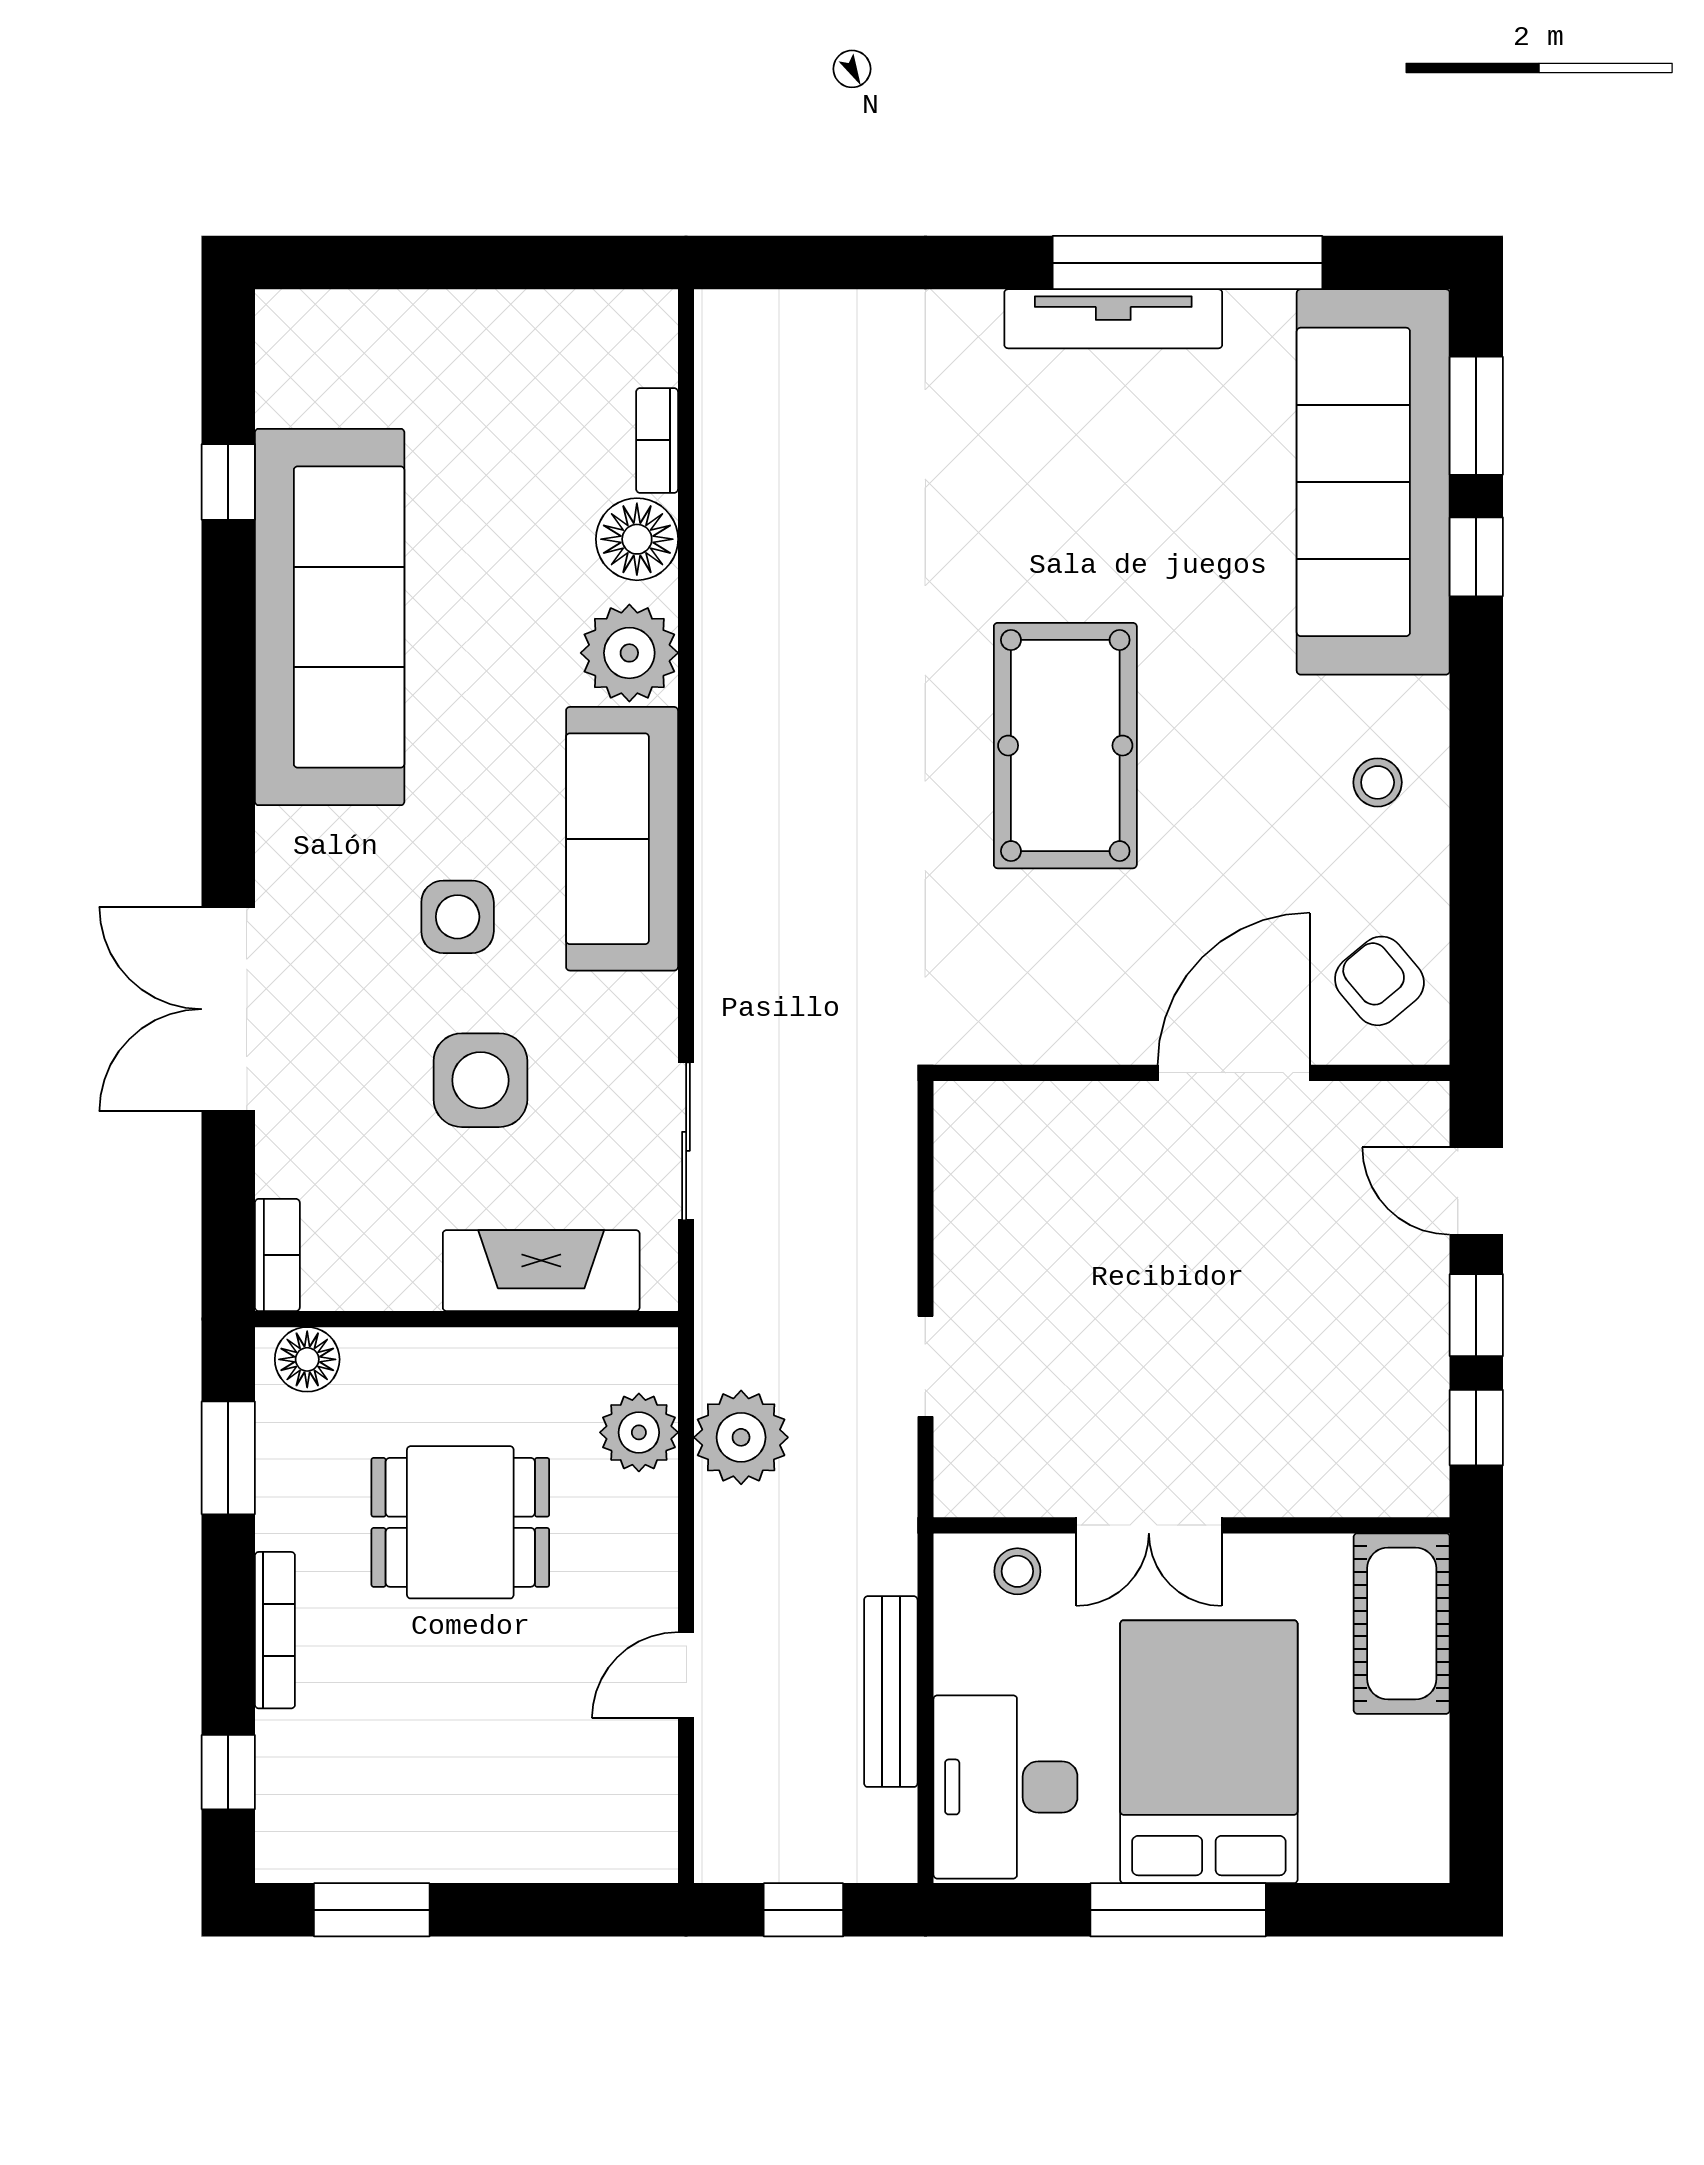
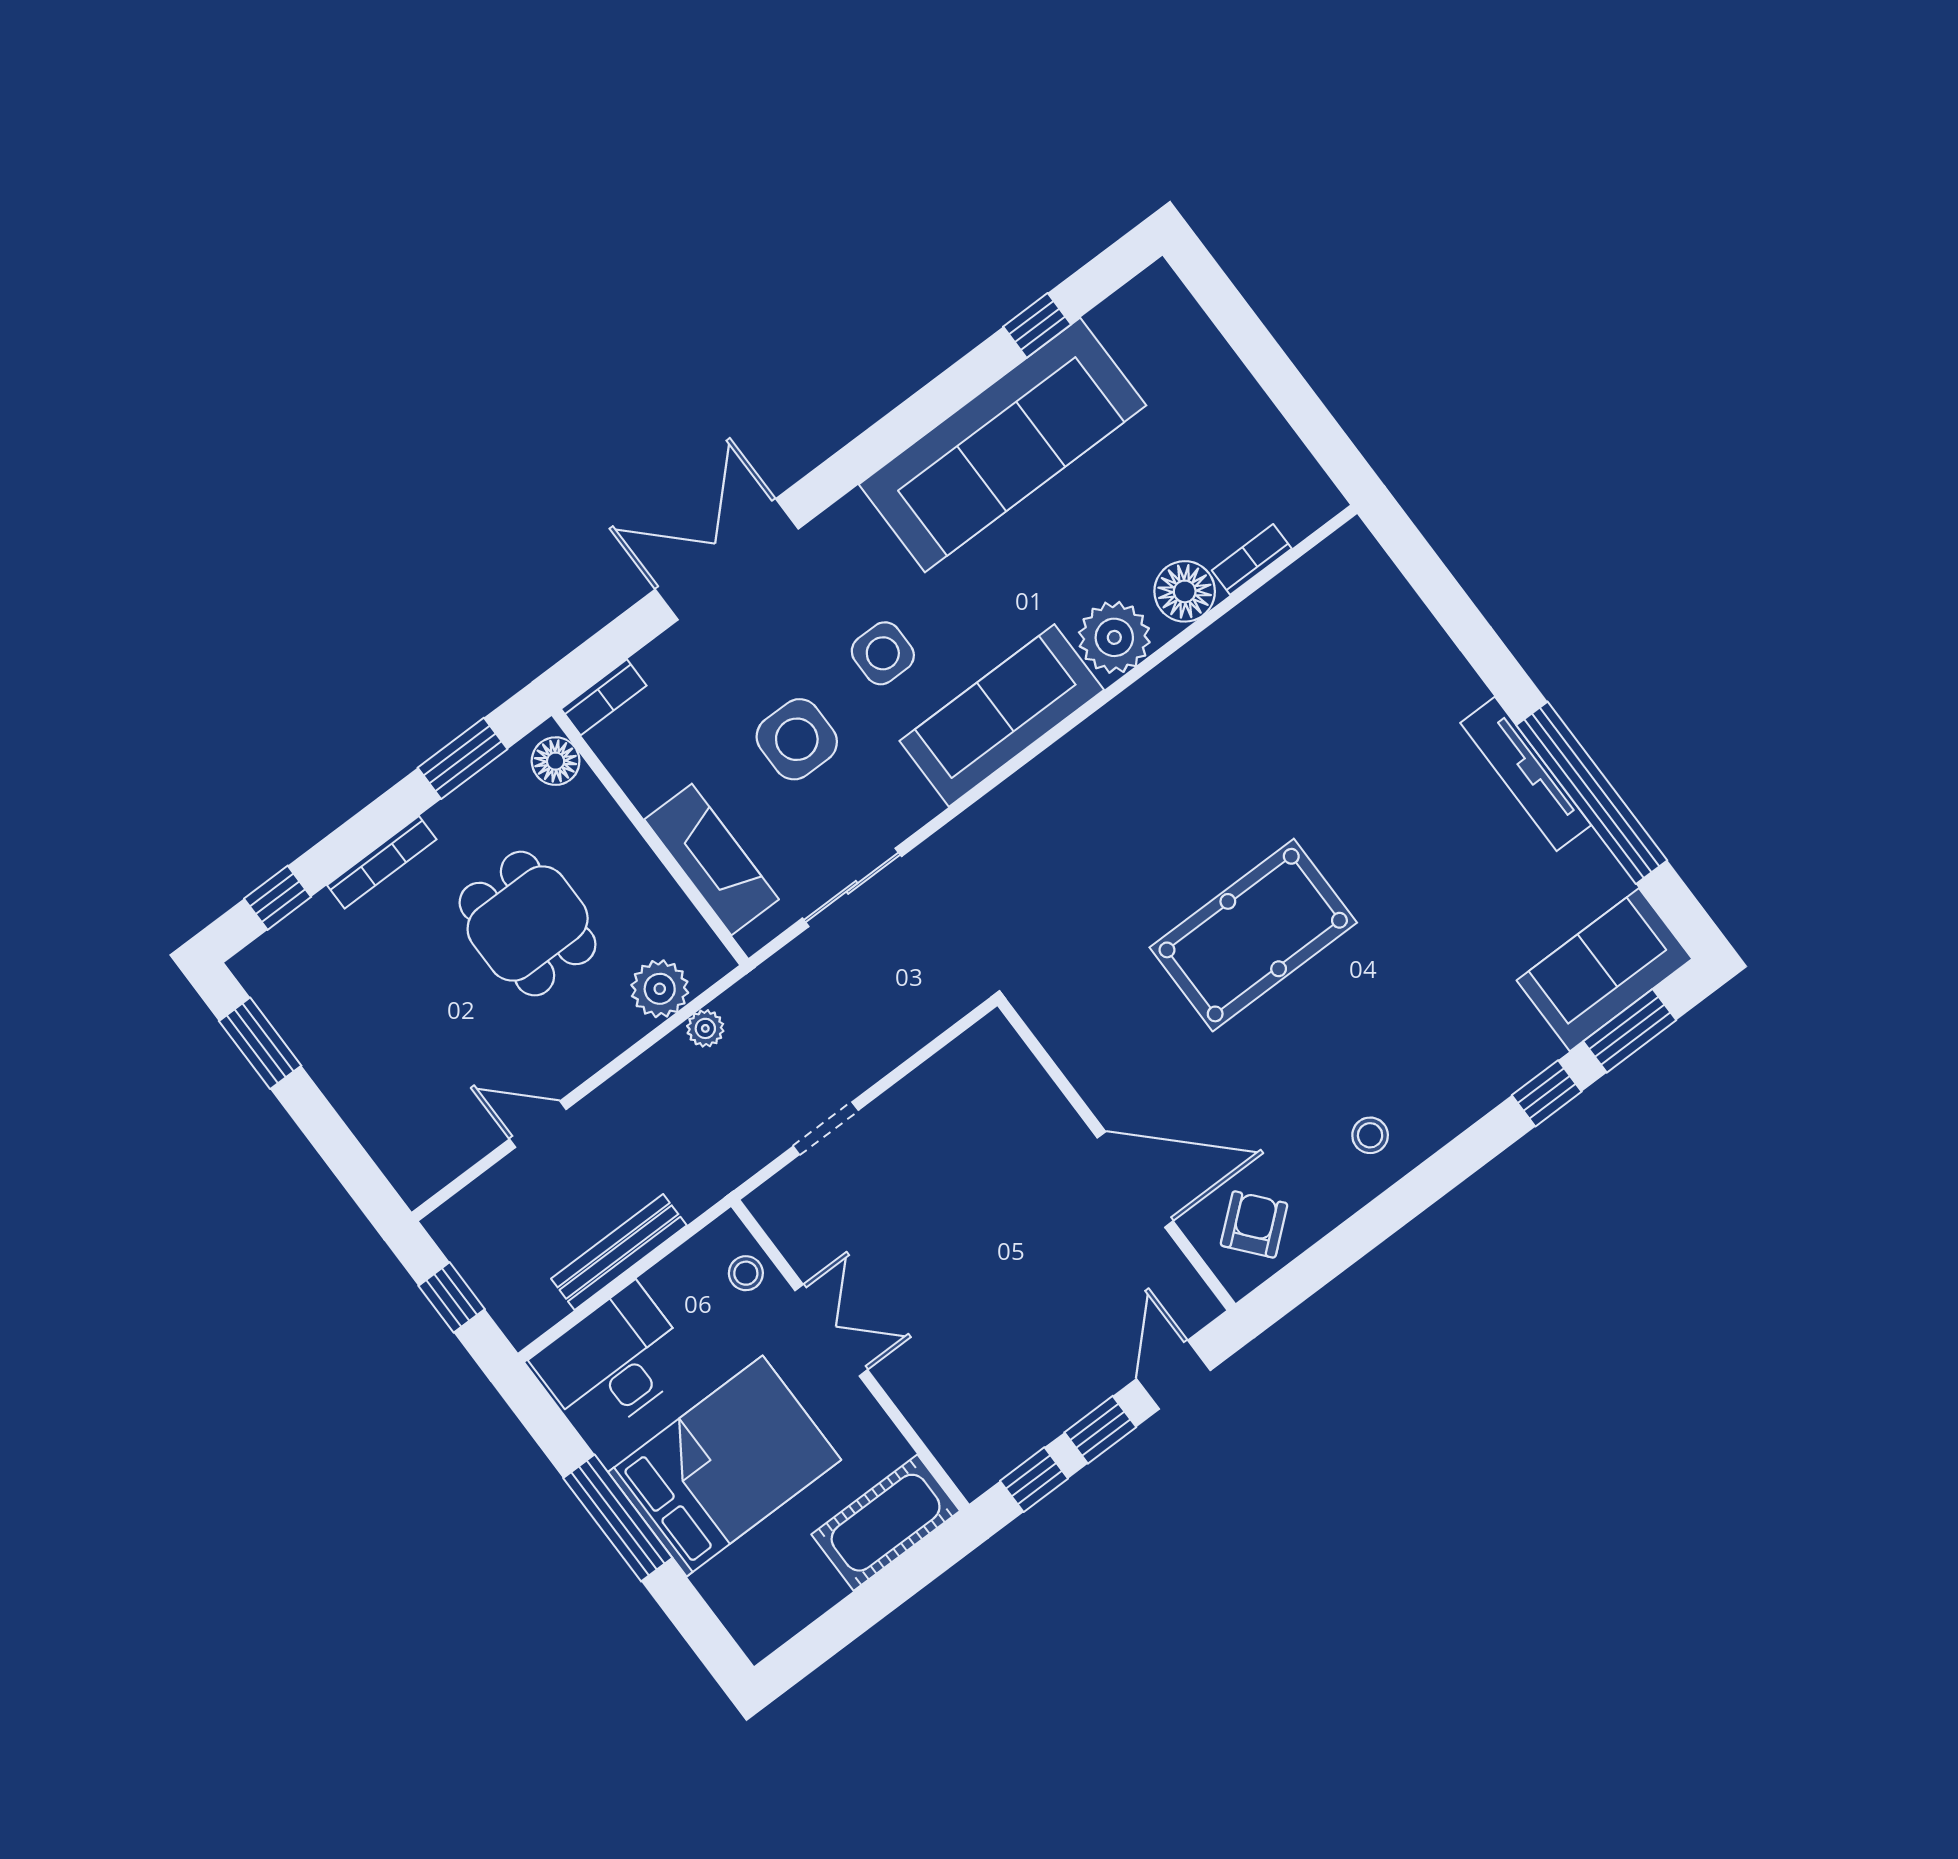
sofa: (1373, 482) -> (1604, 970), width x0.54, depth x0.79
plant: (741, 1437) -> (705, 1028), width x0.53, depth x0.53
double door: (1149, 1525) -> (831, 1330), swing flipped

